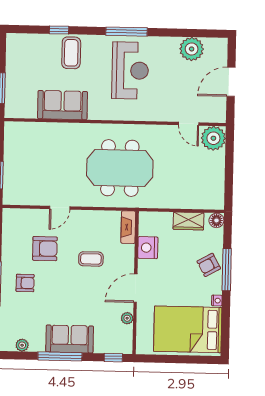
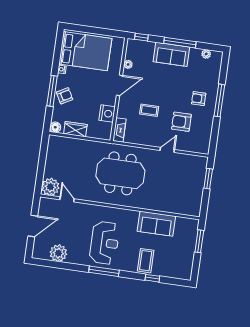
reception desk: (130, 70) -> (105, 243), turned 180

